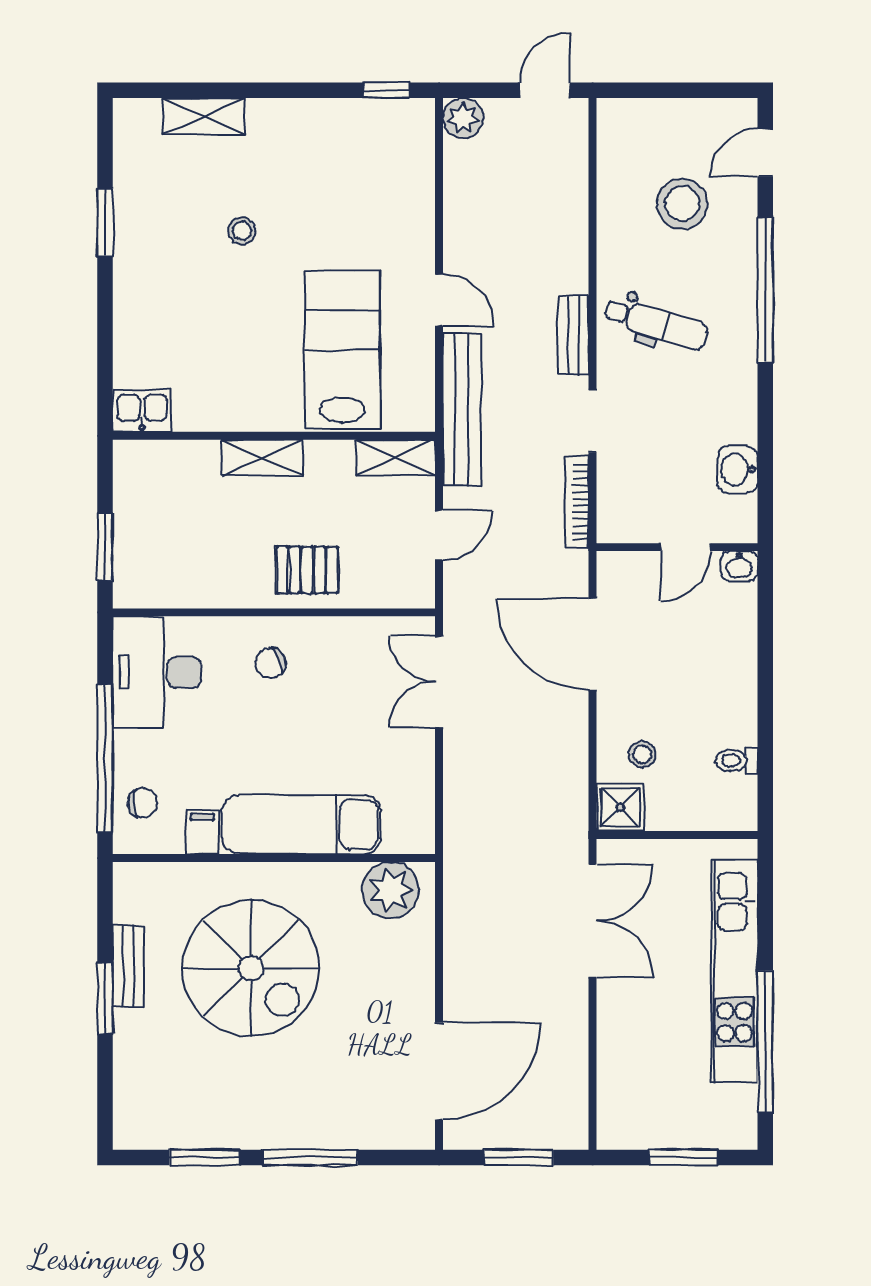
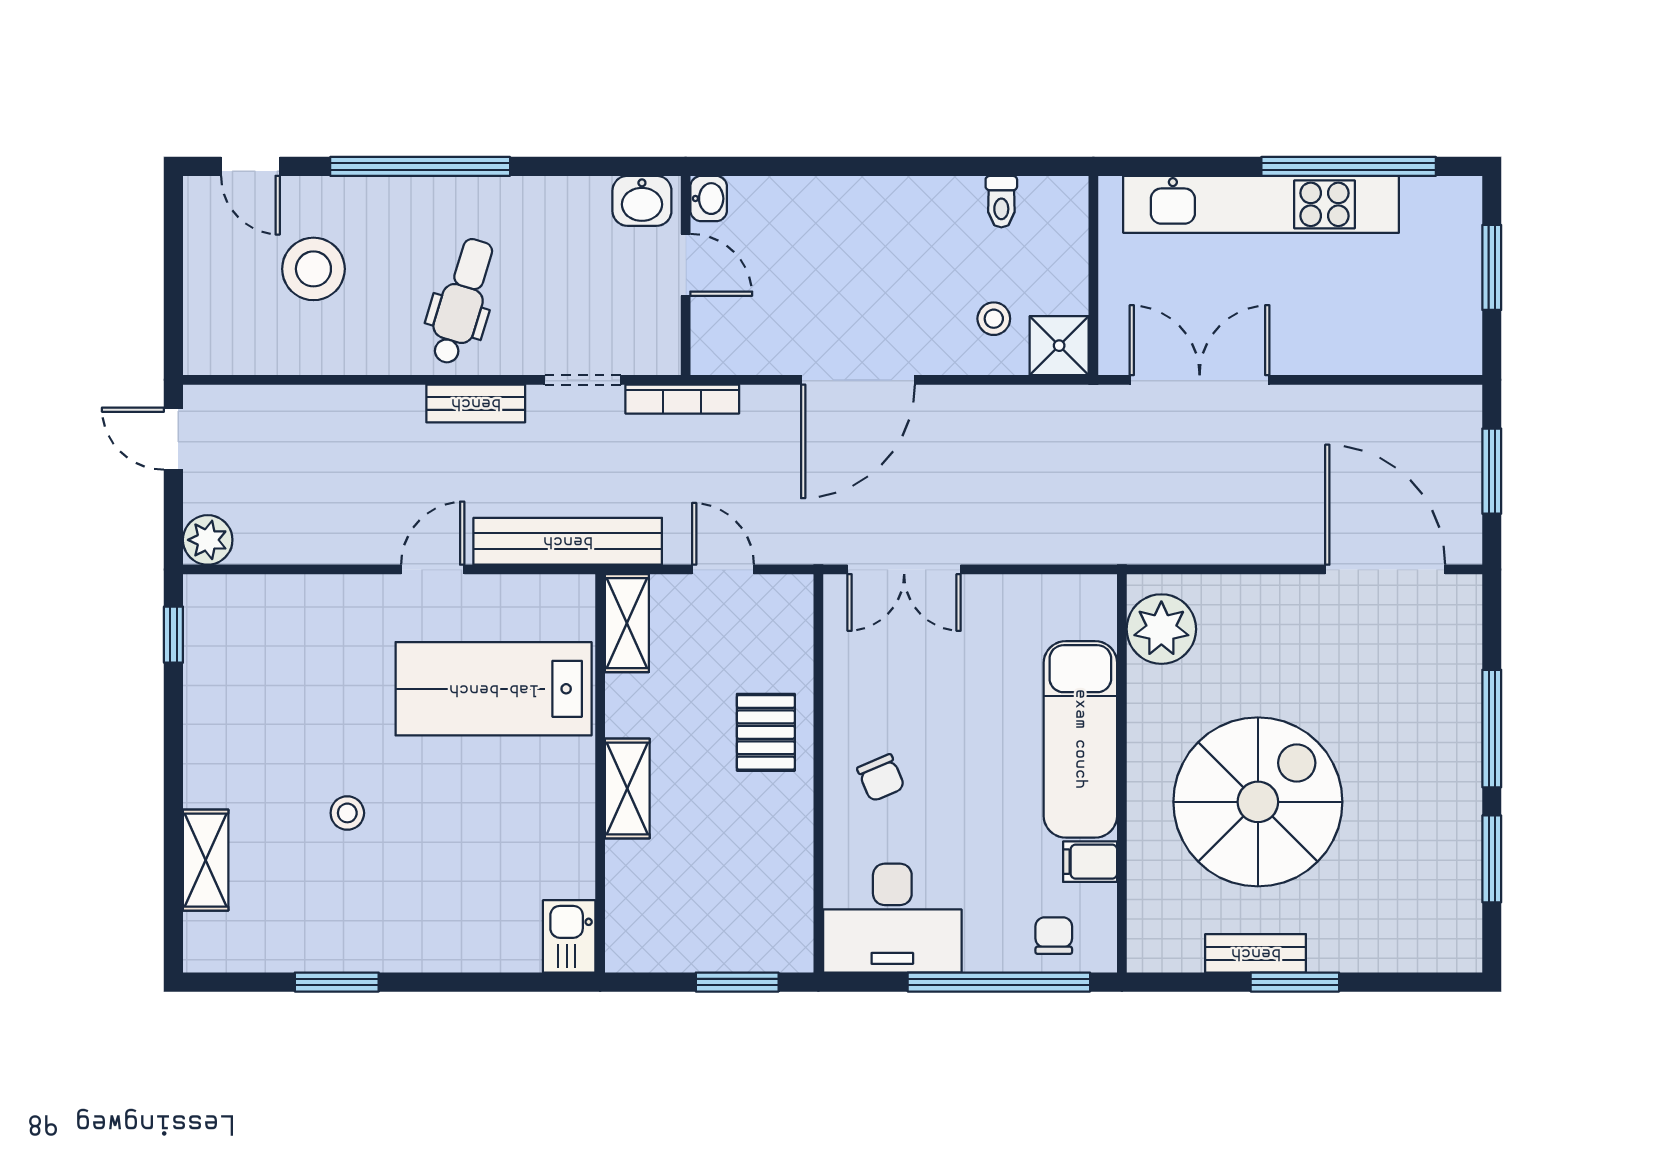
wall: (677, 547) -> (686, 275), moved
door: (686, 547) -> (686, 265), moved
washbasin: (739, 566) -> (709, 199), moved

